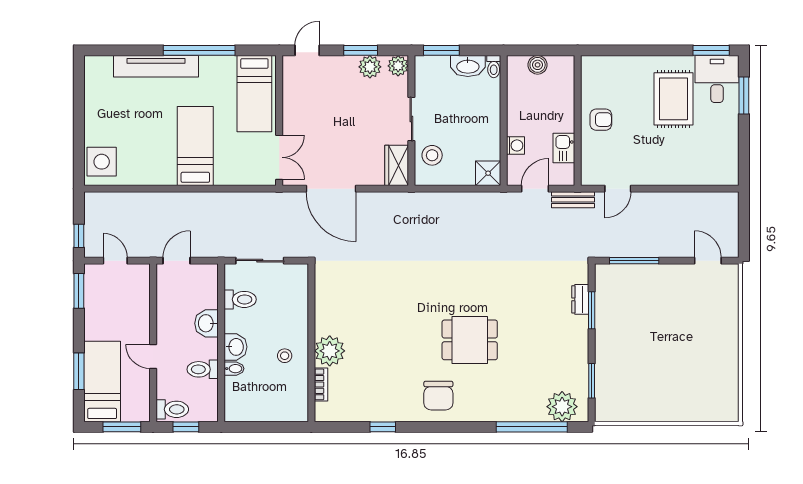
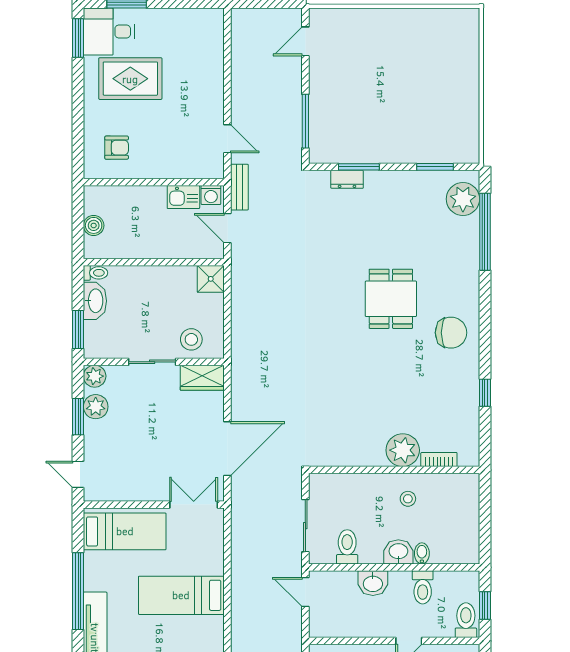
armchair: (601, 120) -> (117, 148), moved, turned 90
washing machine: (515, 145) -> (211, 195), moved, turned 180
door: (177, 261) -> (305, 592), moved

